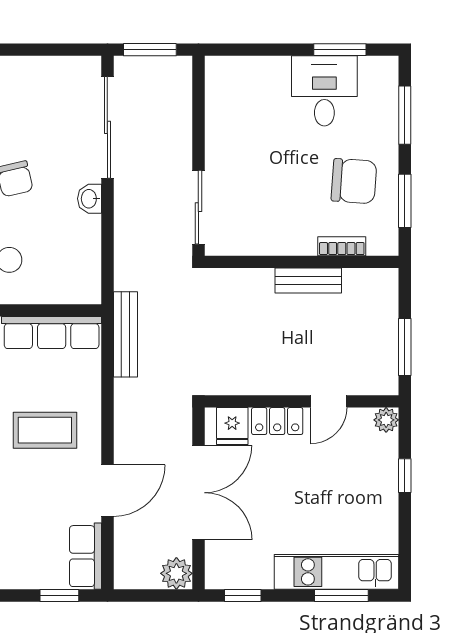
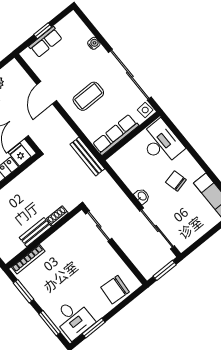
desk: (324, 91) -> (73, 319), moved
chair: (354, 181) -> (115, 290), moved
bookcase: (342, 246) -> (28, 259), width x1.56
shoe rack: (252, 278) -> (57, 216), added
row of seats: (86, 556) -> (46, 42), moved, turned 90
window: (59, 595) -> (43, 31), moved

